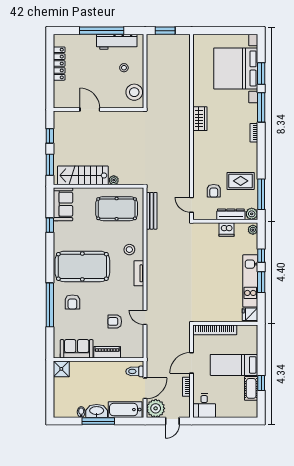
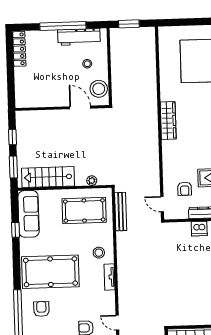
locker: (59, 64) -> (19, 49), moved
door: (90, 110) -> (80, 107), moved
wardrobe: (200, 119) -> (168, 121), width x1.50
plant: (114, 180) -> (92, 181), moved
sofa: (63, 204) -> (29, 214), width x1.36
armchair: (72, 302) -> (41, 309), turned 180

